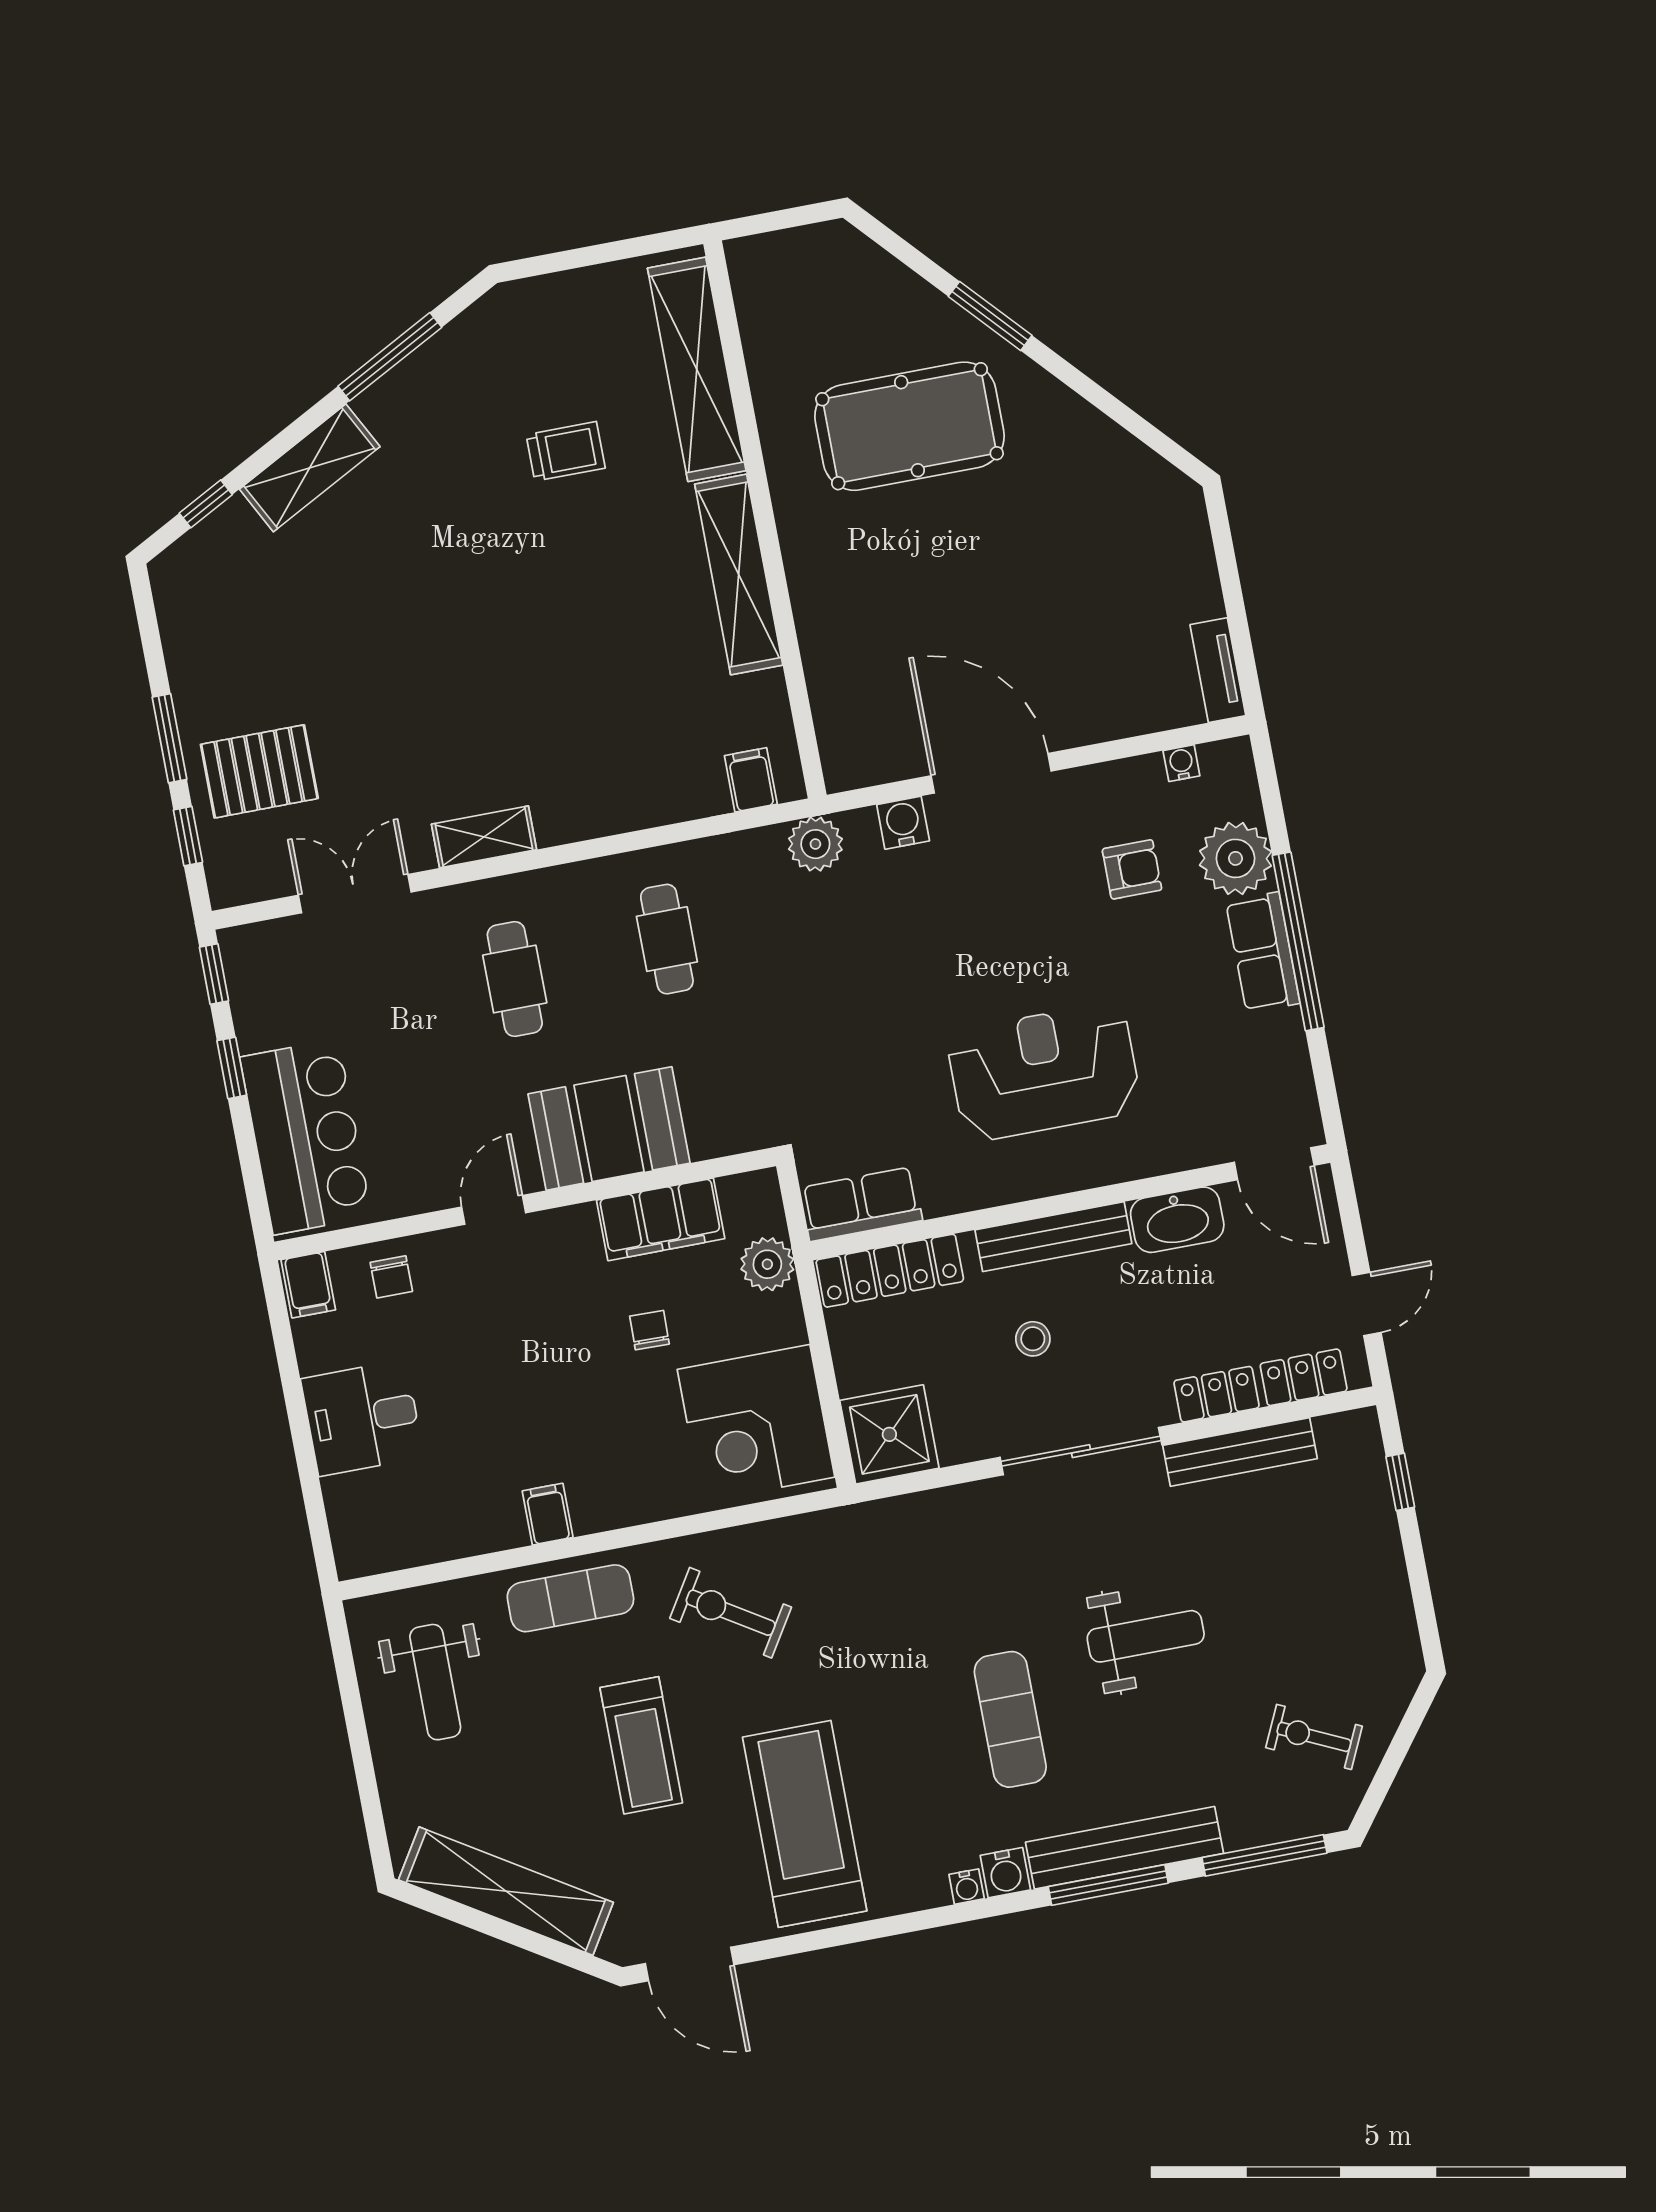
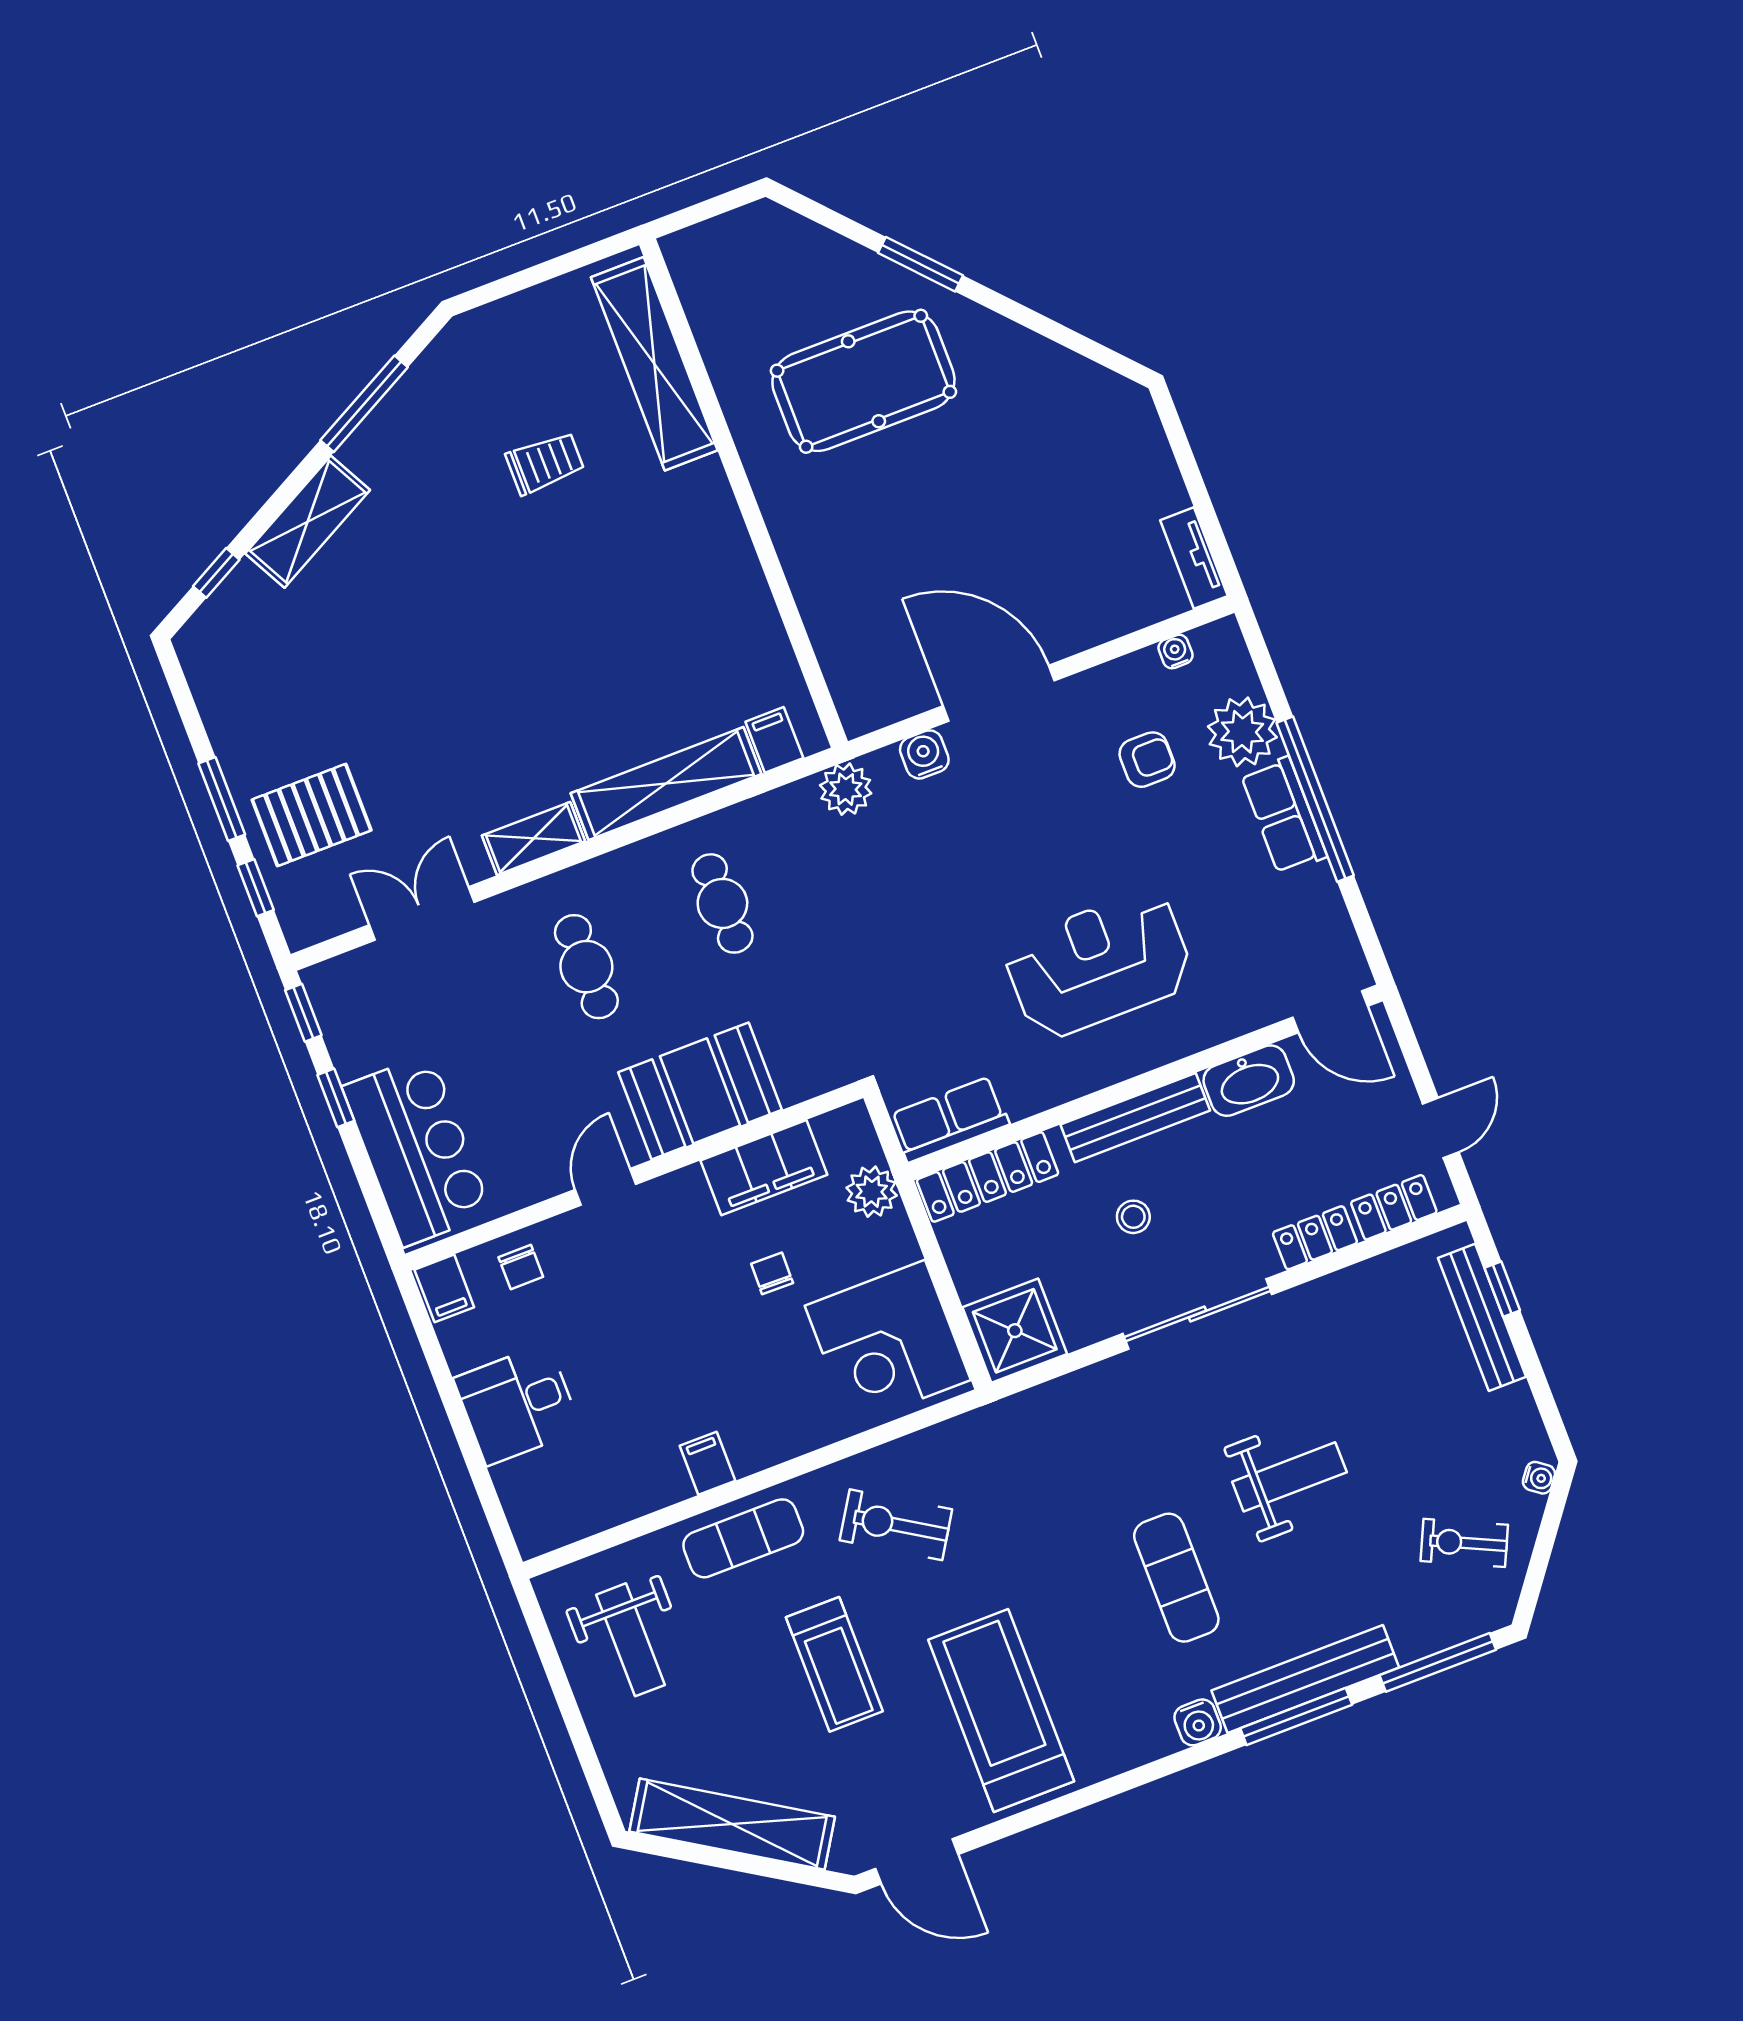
shelving: (739, 575) -> (666, 784), moved, turned 90
bench: (1240, 1452) -> (1482, 1317), moved, turned 90
water cooler: (967, 1887) -> (1539, 1478), moved, turned -53

